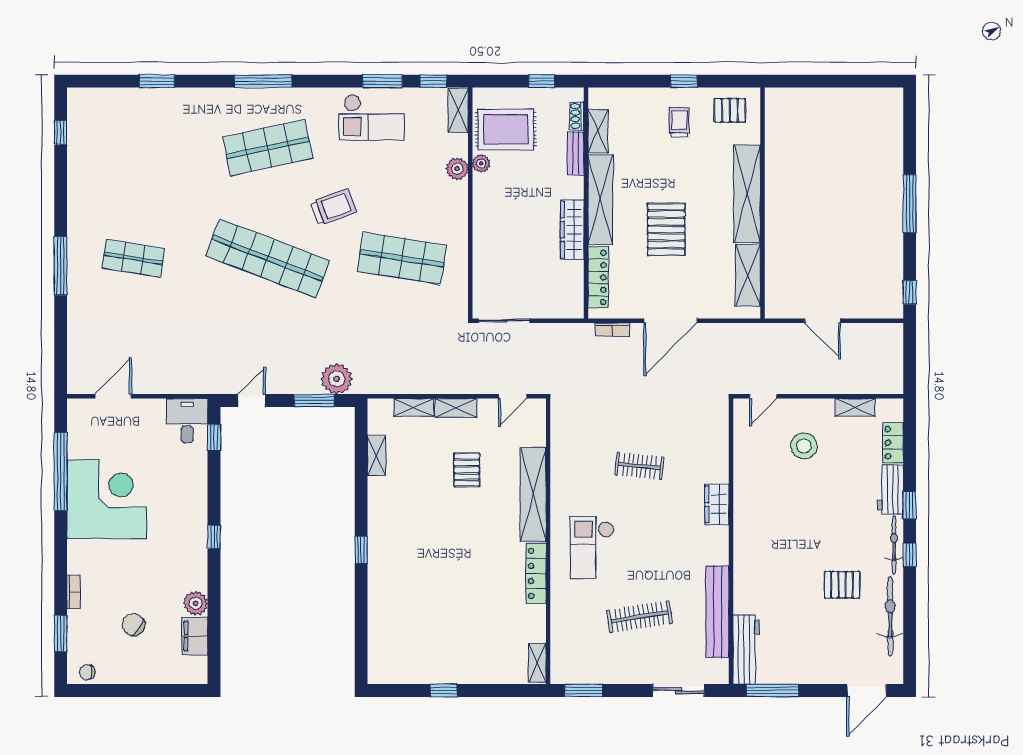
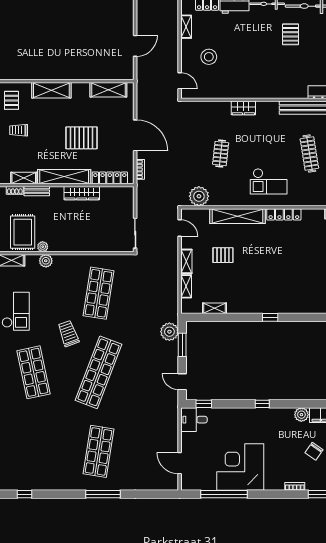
shelving: (747, 194) -> (51, 90), width x0.68
shop shelf: (133, 258) -> (98, 451), width x1.43, depth x1.36
plant: (567, 429) -> (199, 196), added

